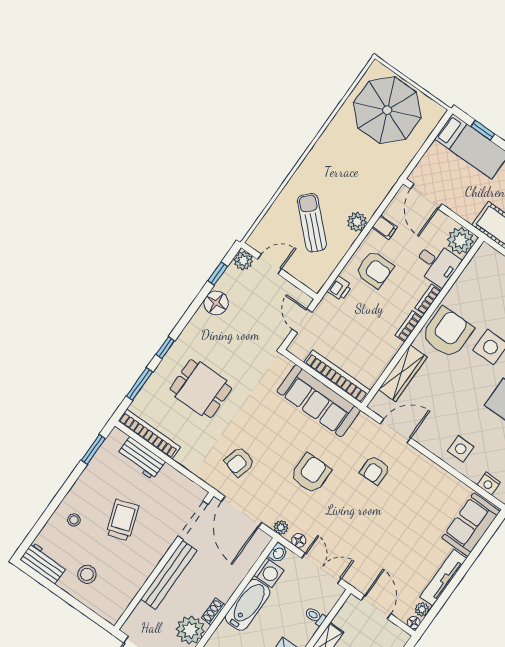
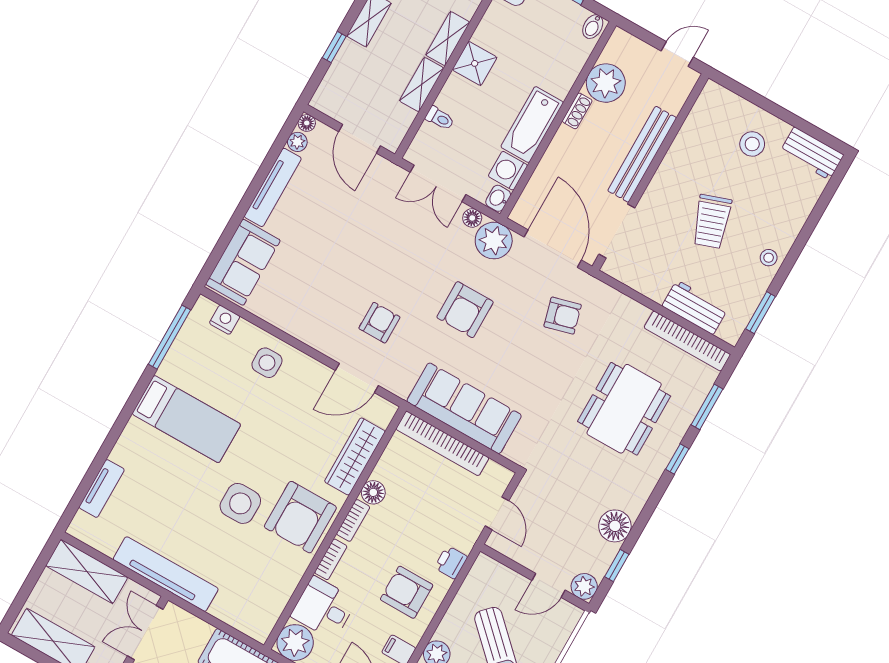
floor lamp: (392, 345) -> (373, 492), added
dining table: (201, 389) -> (624, 409), width x1.37
armchair: (239, 462) -> (563, 316), turned 60
stool: (74, 520) -> (769, 258), moved
plant: (281, 527) -> (494, 241), width x1.87, depth x1.87

